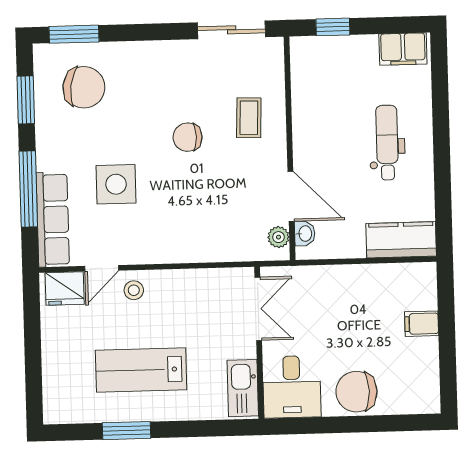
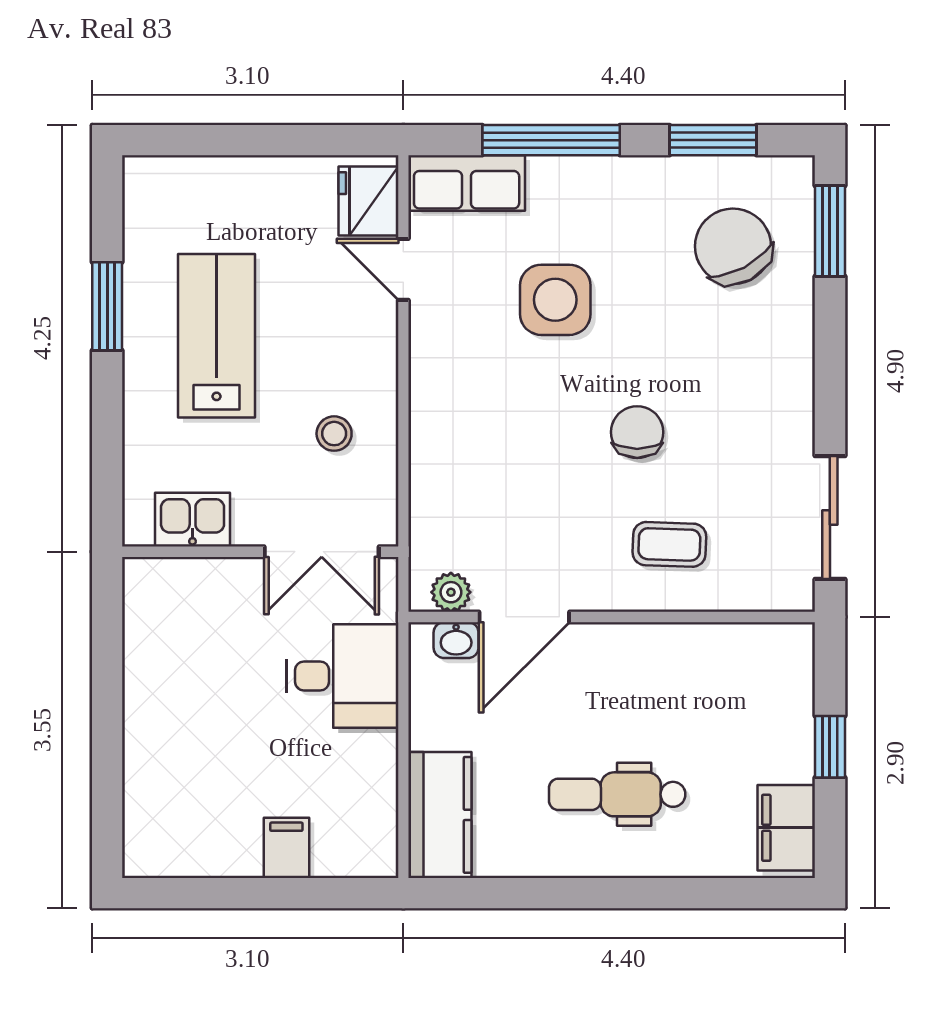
window: (333, 27) -> (830, 747), moved
chair: (84, 87) -> (733, 246), turned 144
dental chair: (387, 143) -> (617, 794), turned 180
row of seats: (53, 219) -> (467, 183), width x0.68
stool: (134, 290) -> (334, 434), moved
desk: (292, 387) -> (342, 676), moved, turned 180
kitchen sink: (243, 388) -> (193, 520), width x0.73
chair: (356, 392) -> (166, 726), removed

